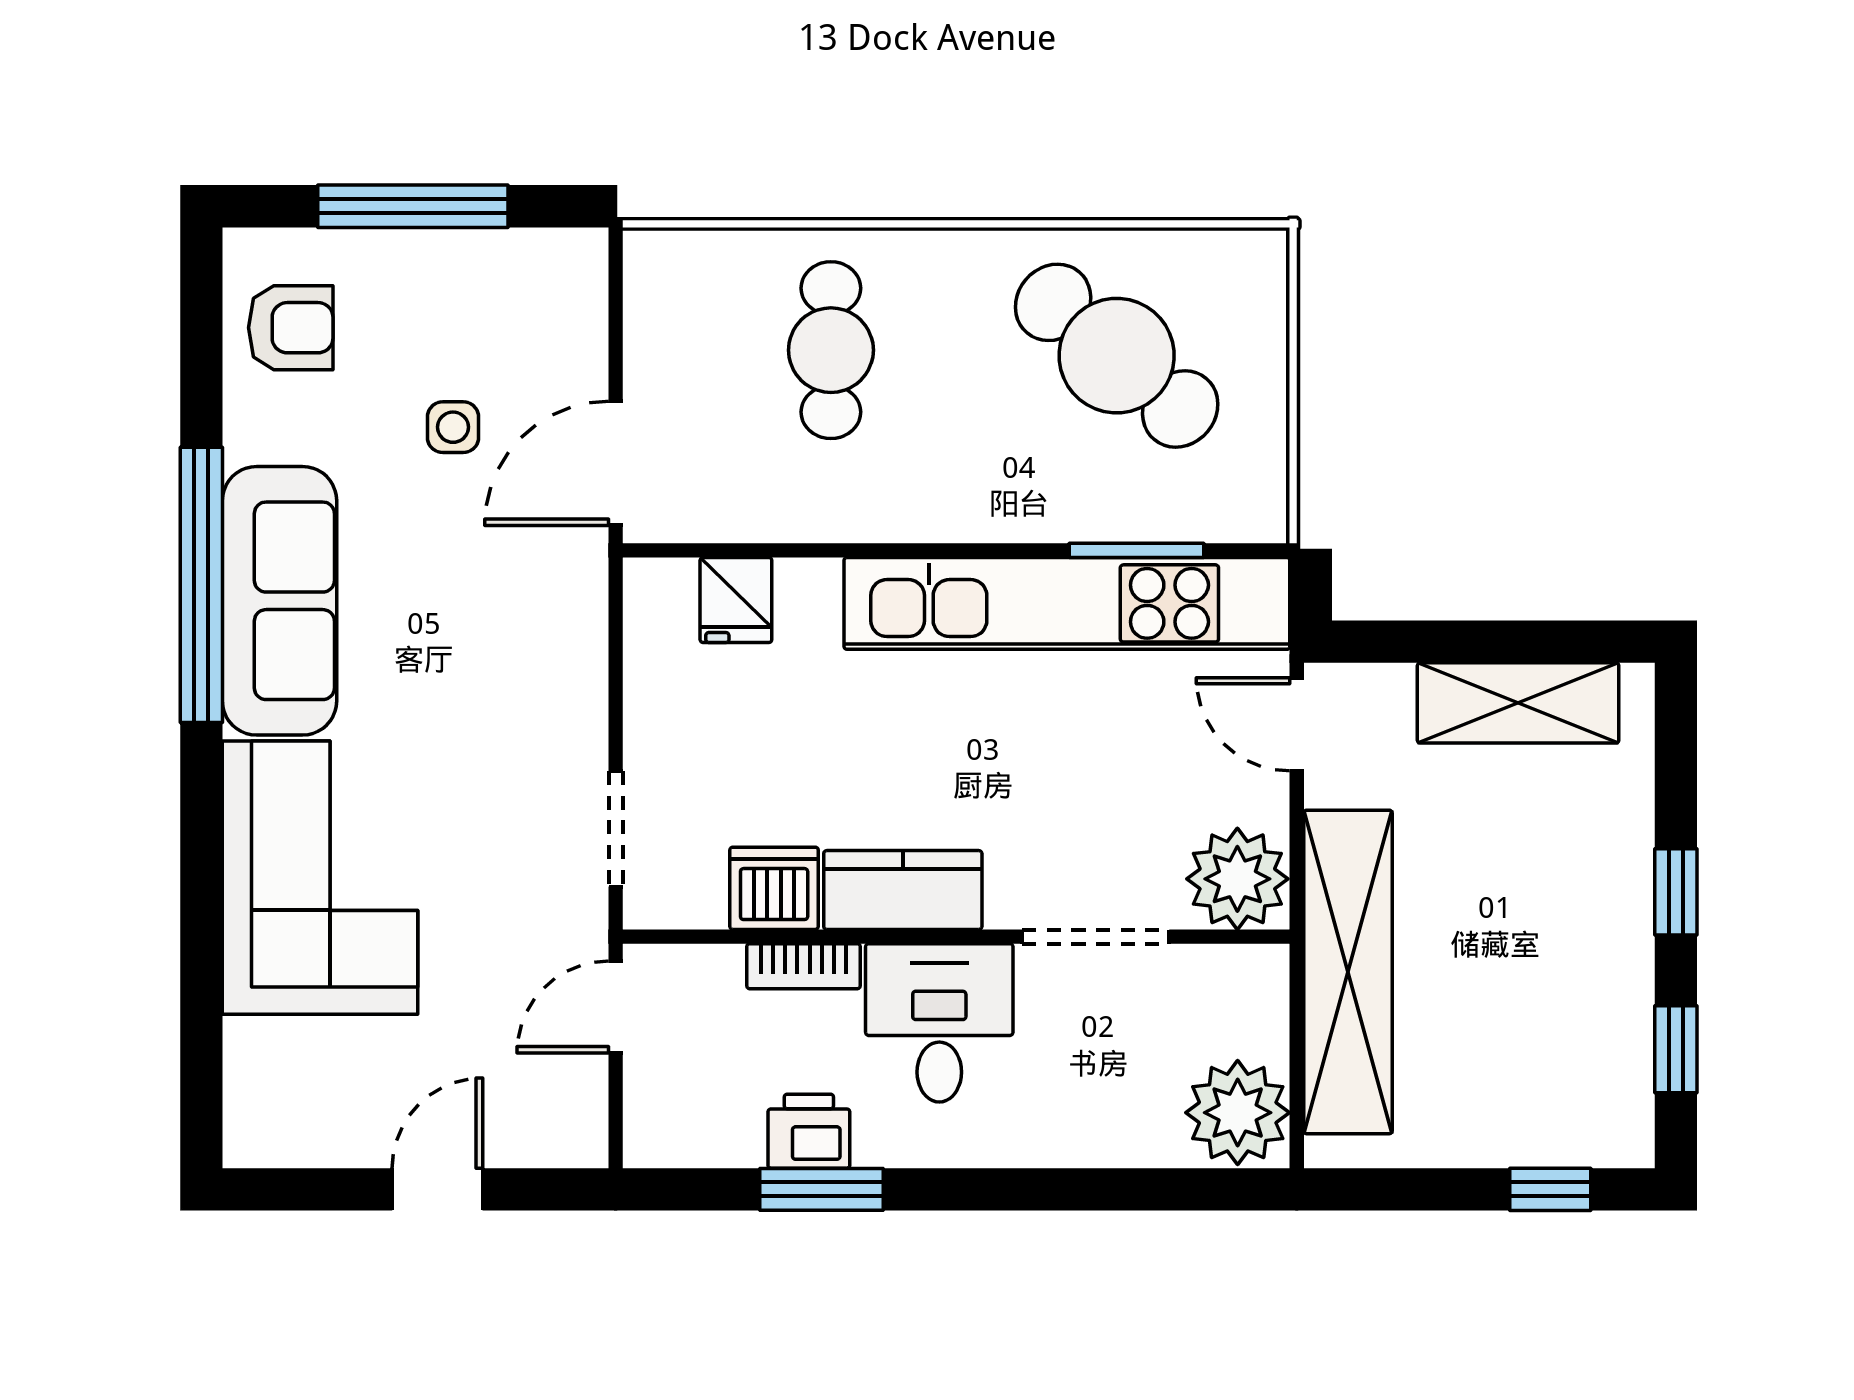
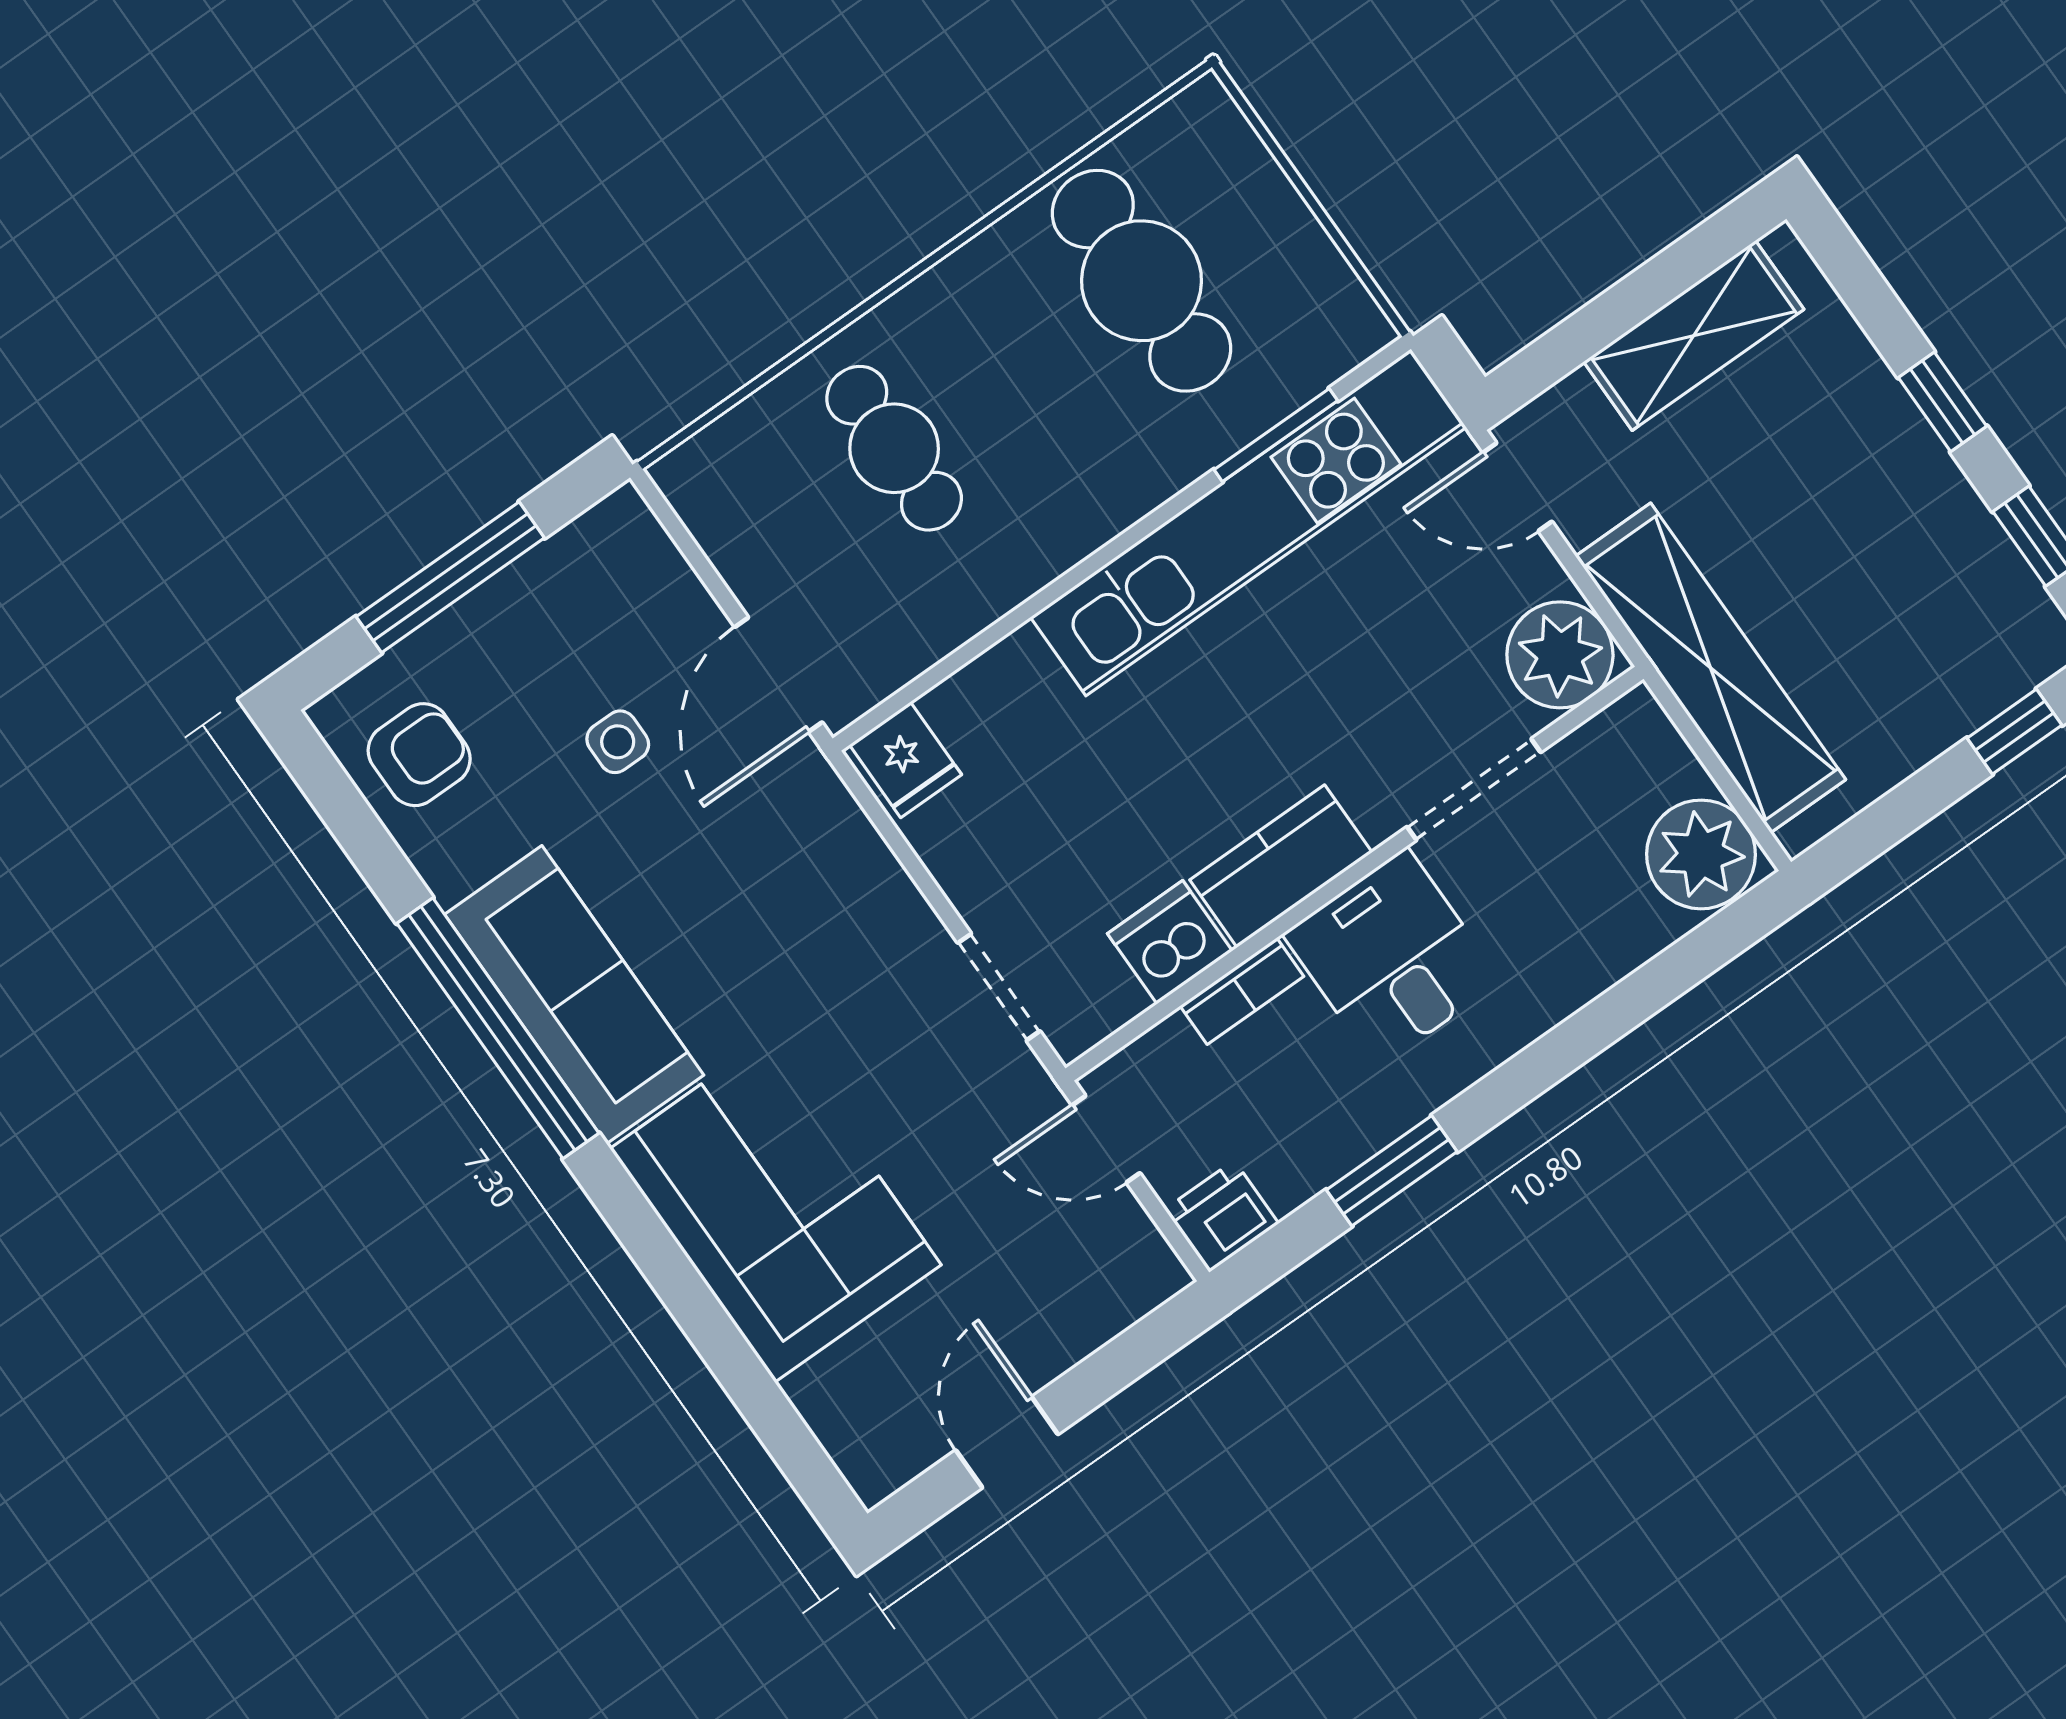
cafe table: (1117, 356) -> (1142, 281), turned 51
fridge: (736, 600) -> (906, 760), moved
door: (616, 1007) -> (1106, 1139), hinge flipped
printer: (809, 1131) -> (1222, 1216), moved
door: (437, 1189) -> (1007, 1442), moved

